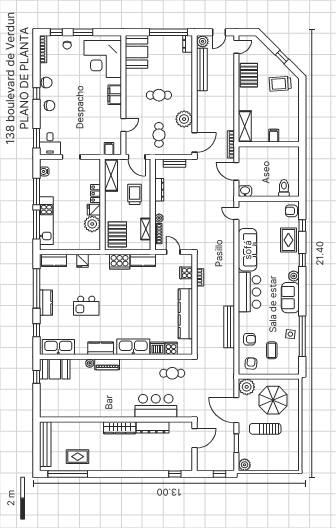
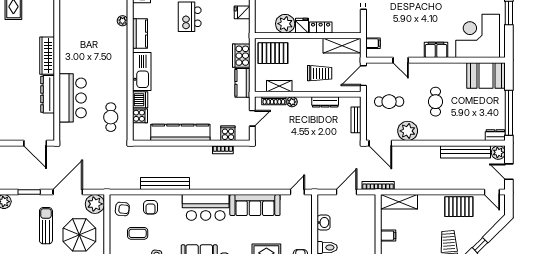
washbasin: (245, 191) -> (323, 223), moved
piano: (107, 364) -> (121, 41), removed

